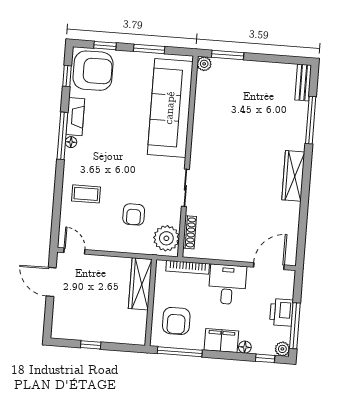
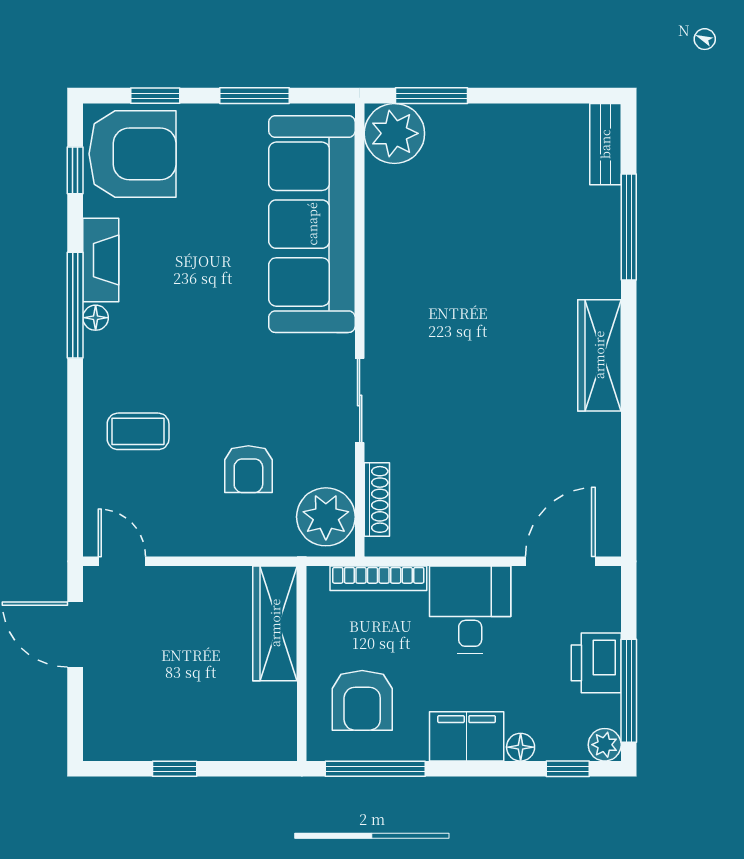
plant: (204, 64) -> (394, 133), width x1.87, depth x1.87

